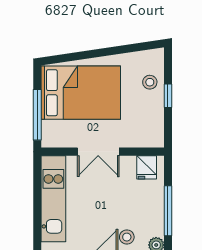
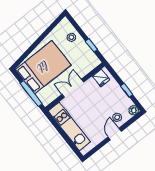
window: (168, 96) -> (91, 45), moved
double door: (98, 152) -> (73, 88), swing flipped
window: (168, 211) -> (127, 90), width x0.46

